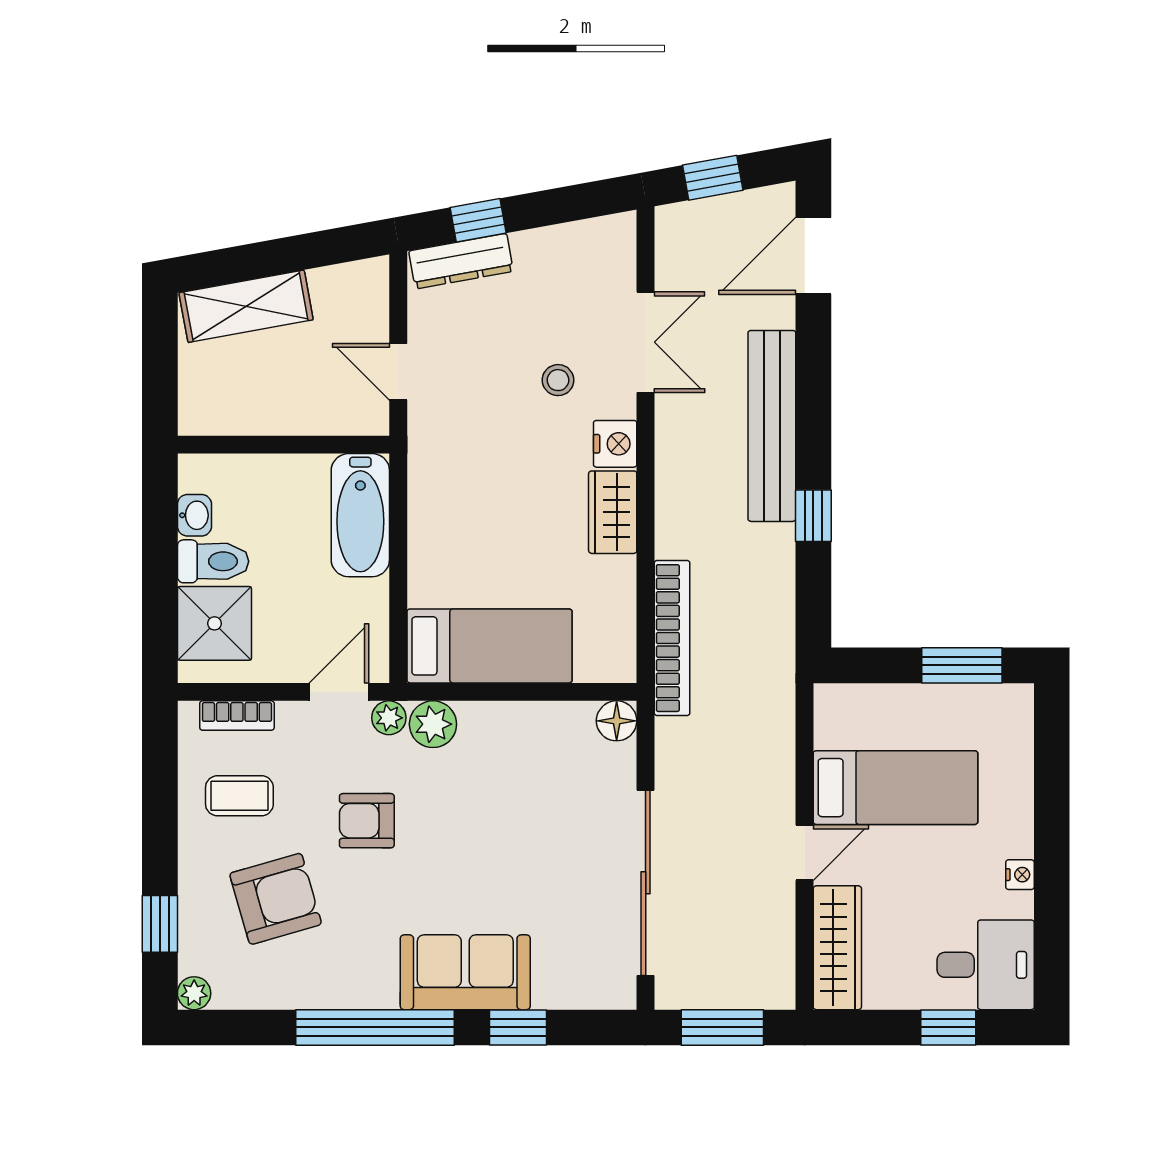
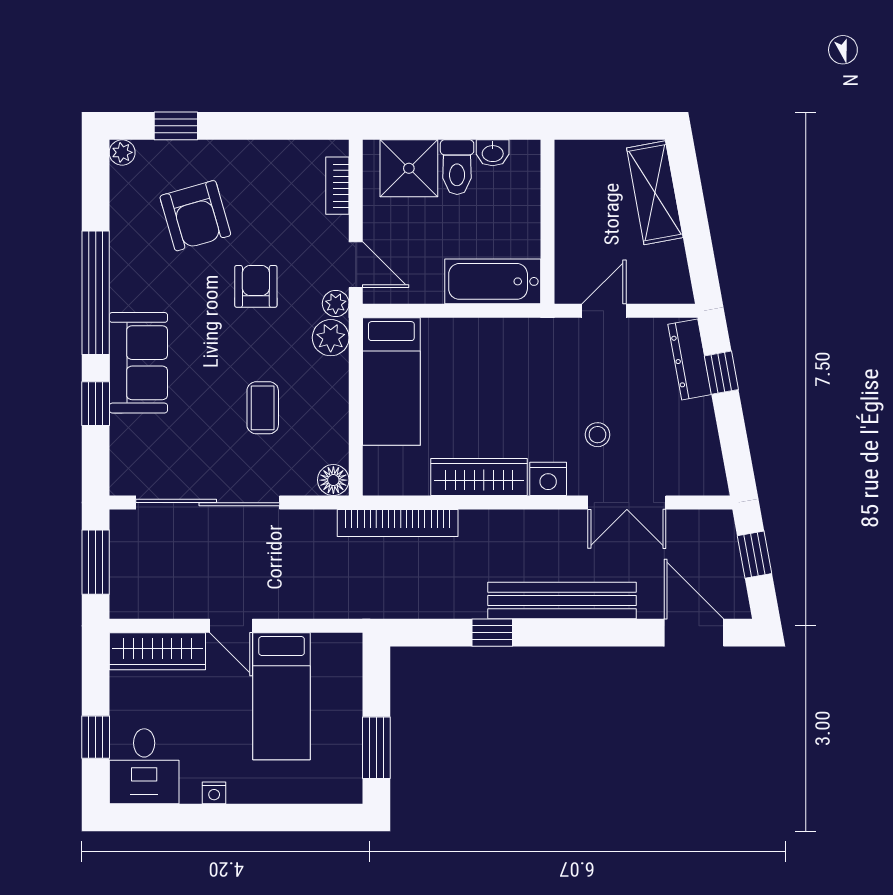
wardrobe: (613, 512) -> (479, 477), width x1.50
coffee table: (239, 796) -> (263, 408), moved

